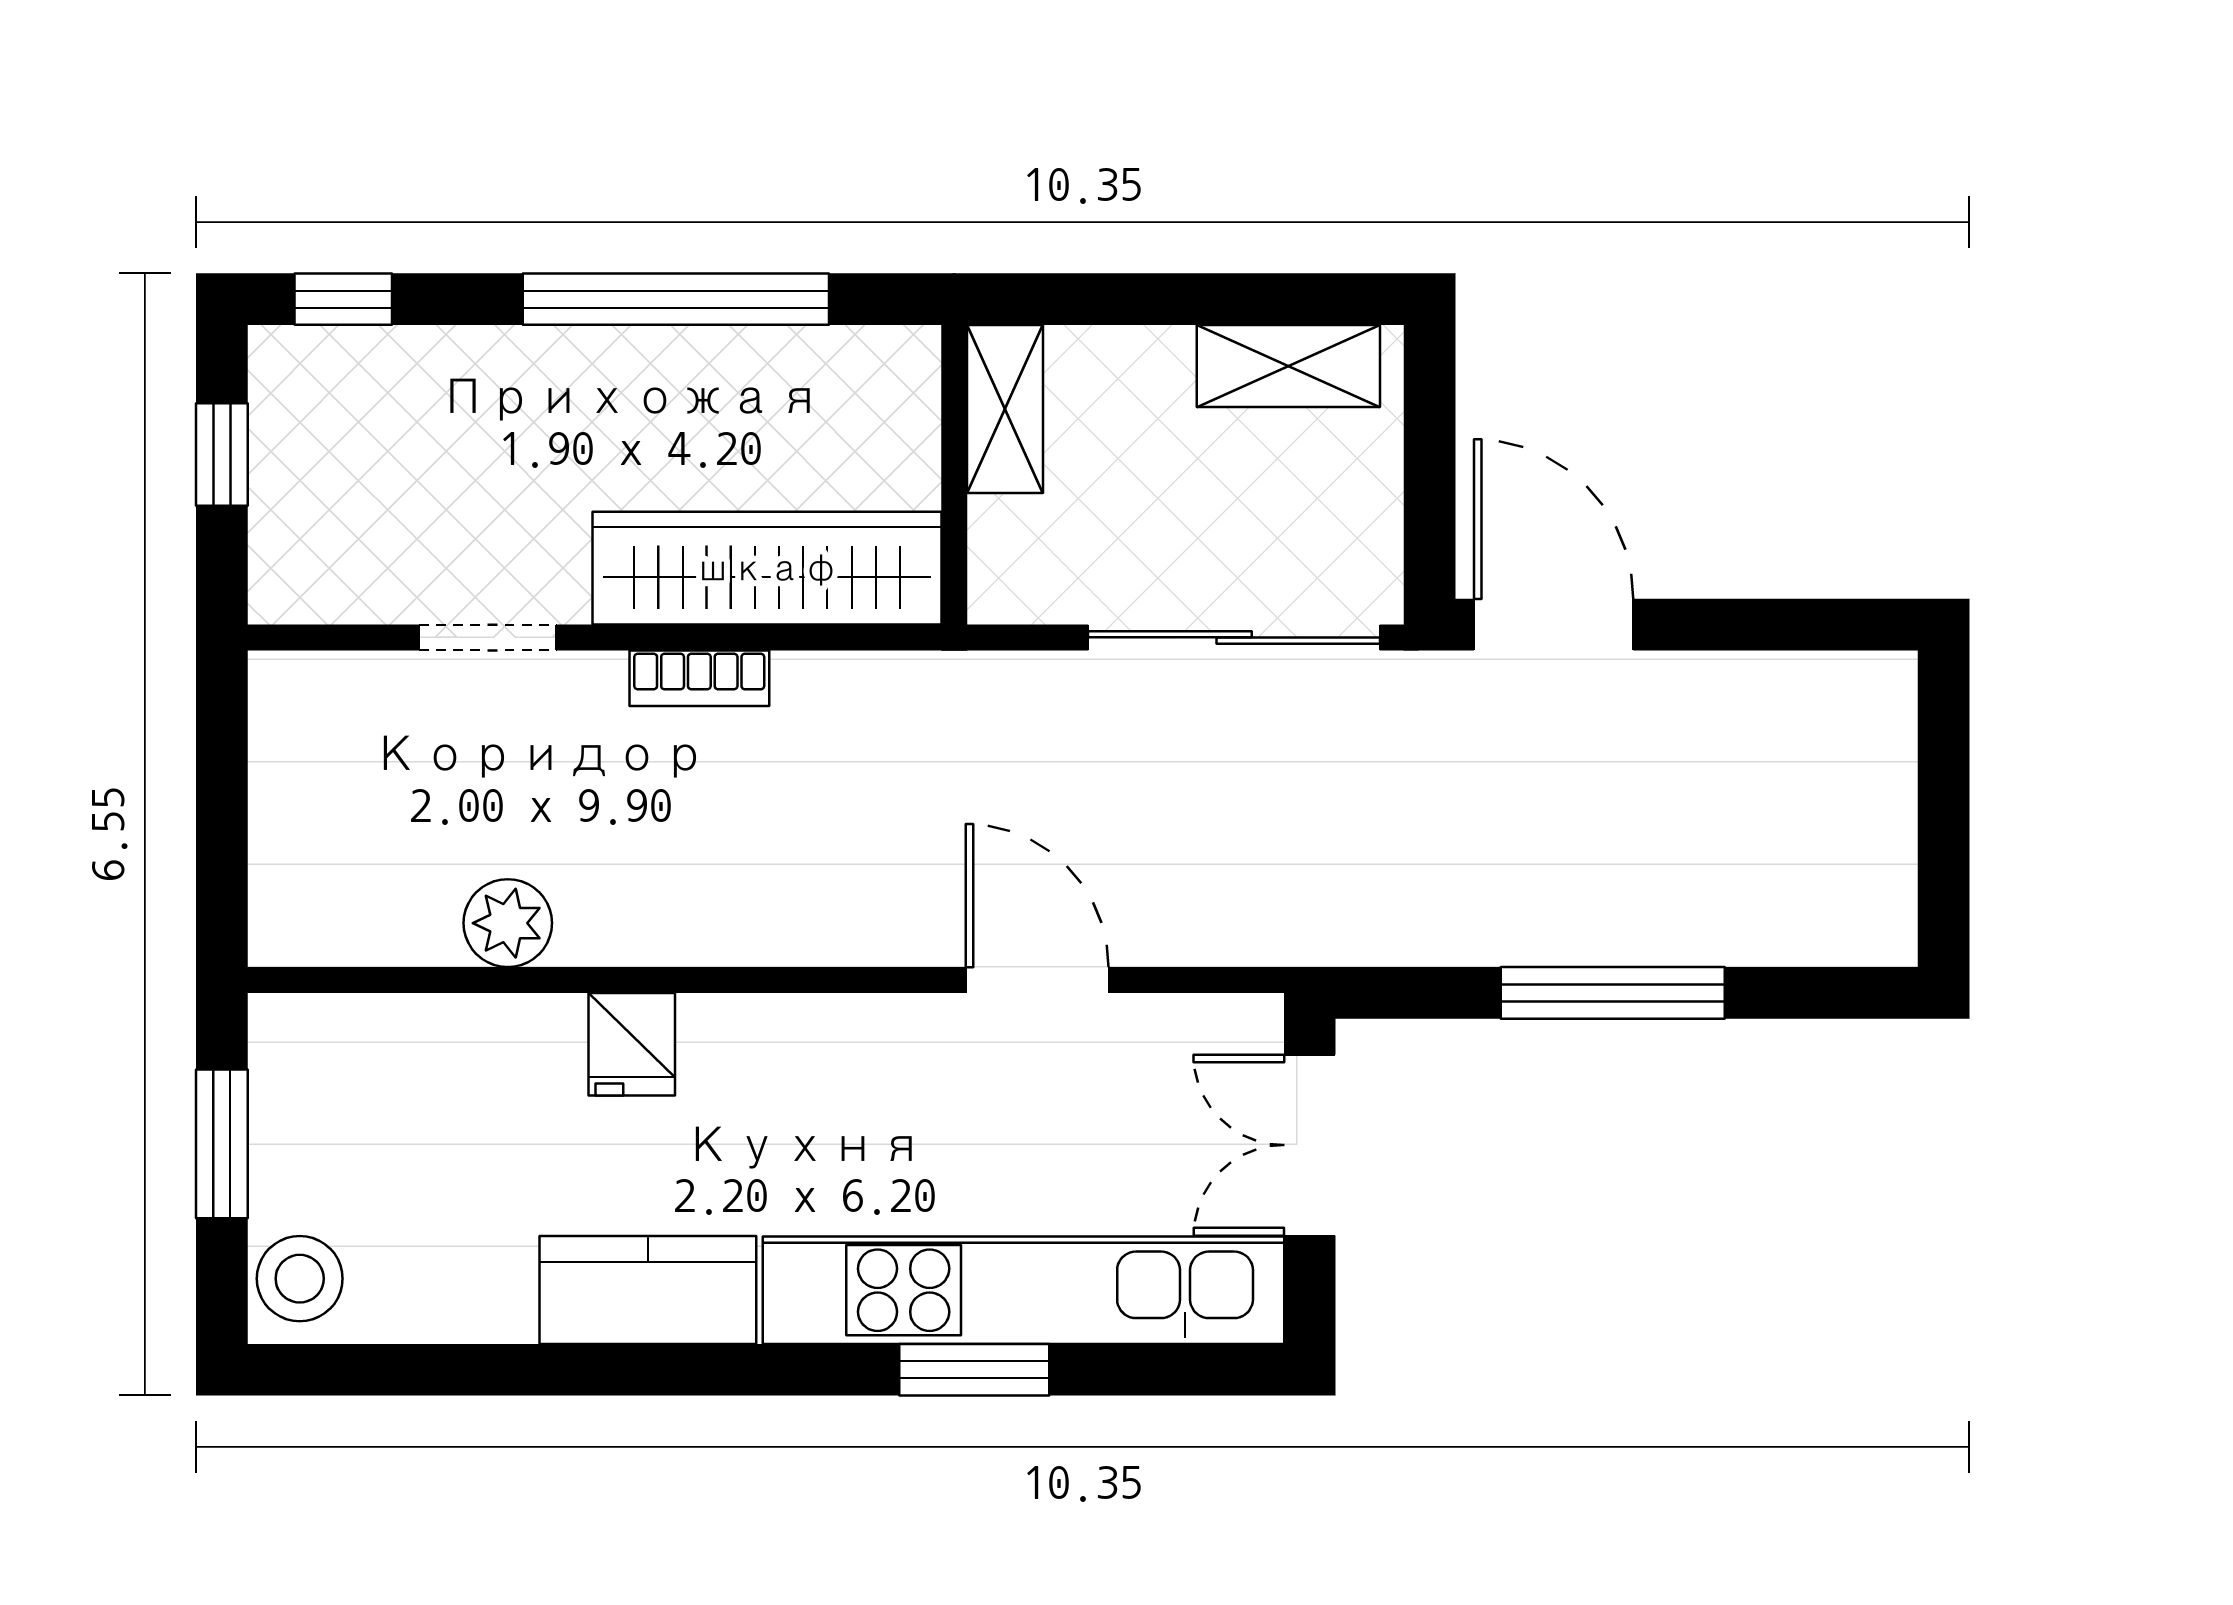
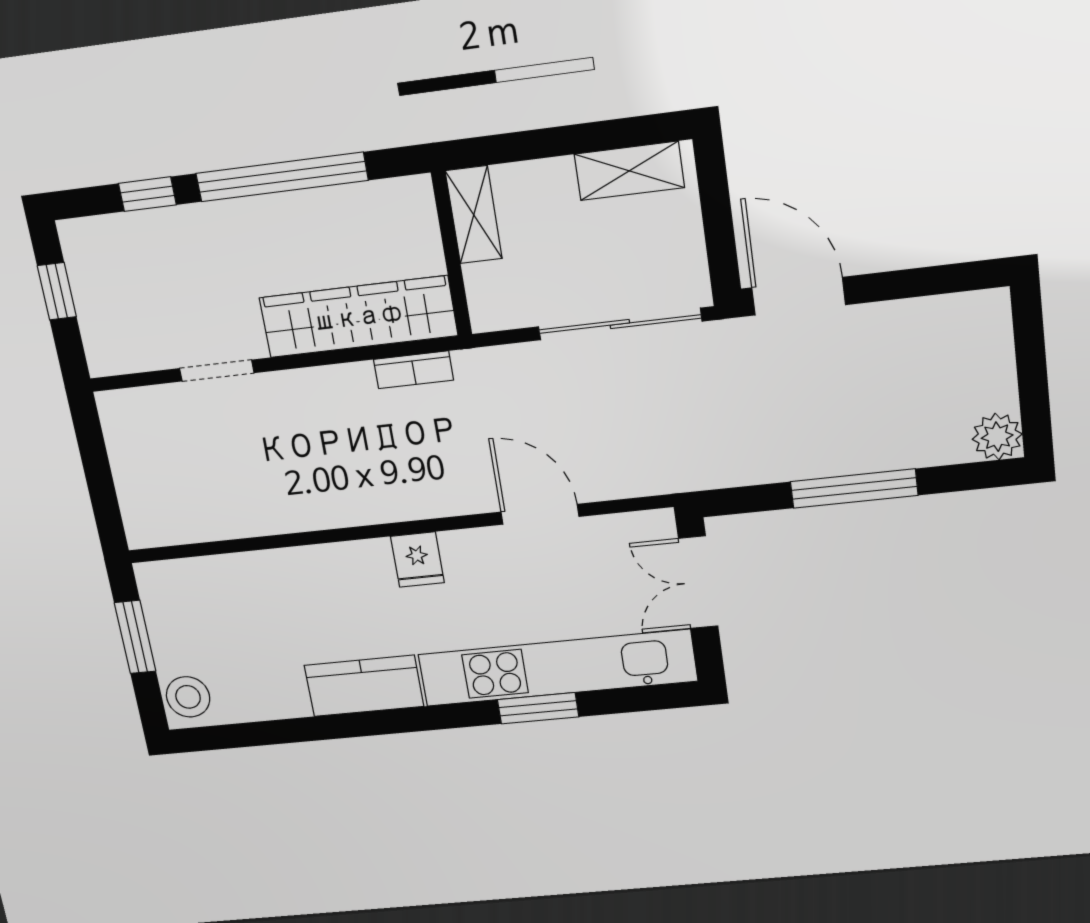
window: (343, 299) -> (147, 194), moved
bookcase: (699, 678) -> (413, 370), moved
plant: (508, 923) -> (997, 437), moved
fridge: (632, 1044) -> (417, 559), moved

